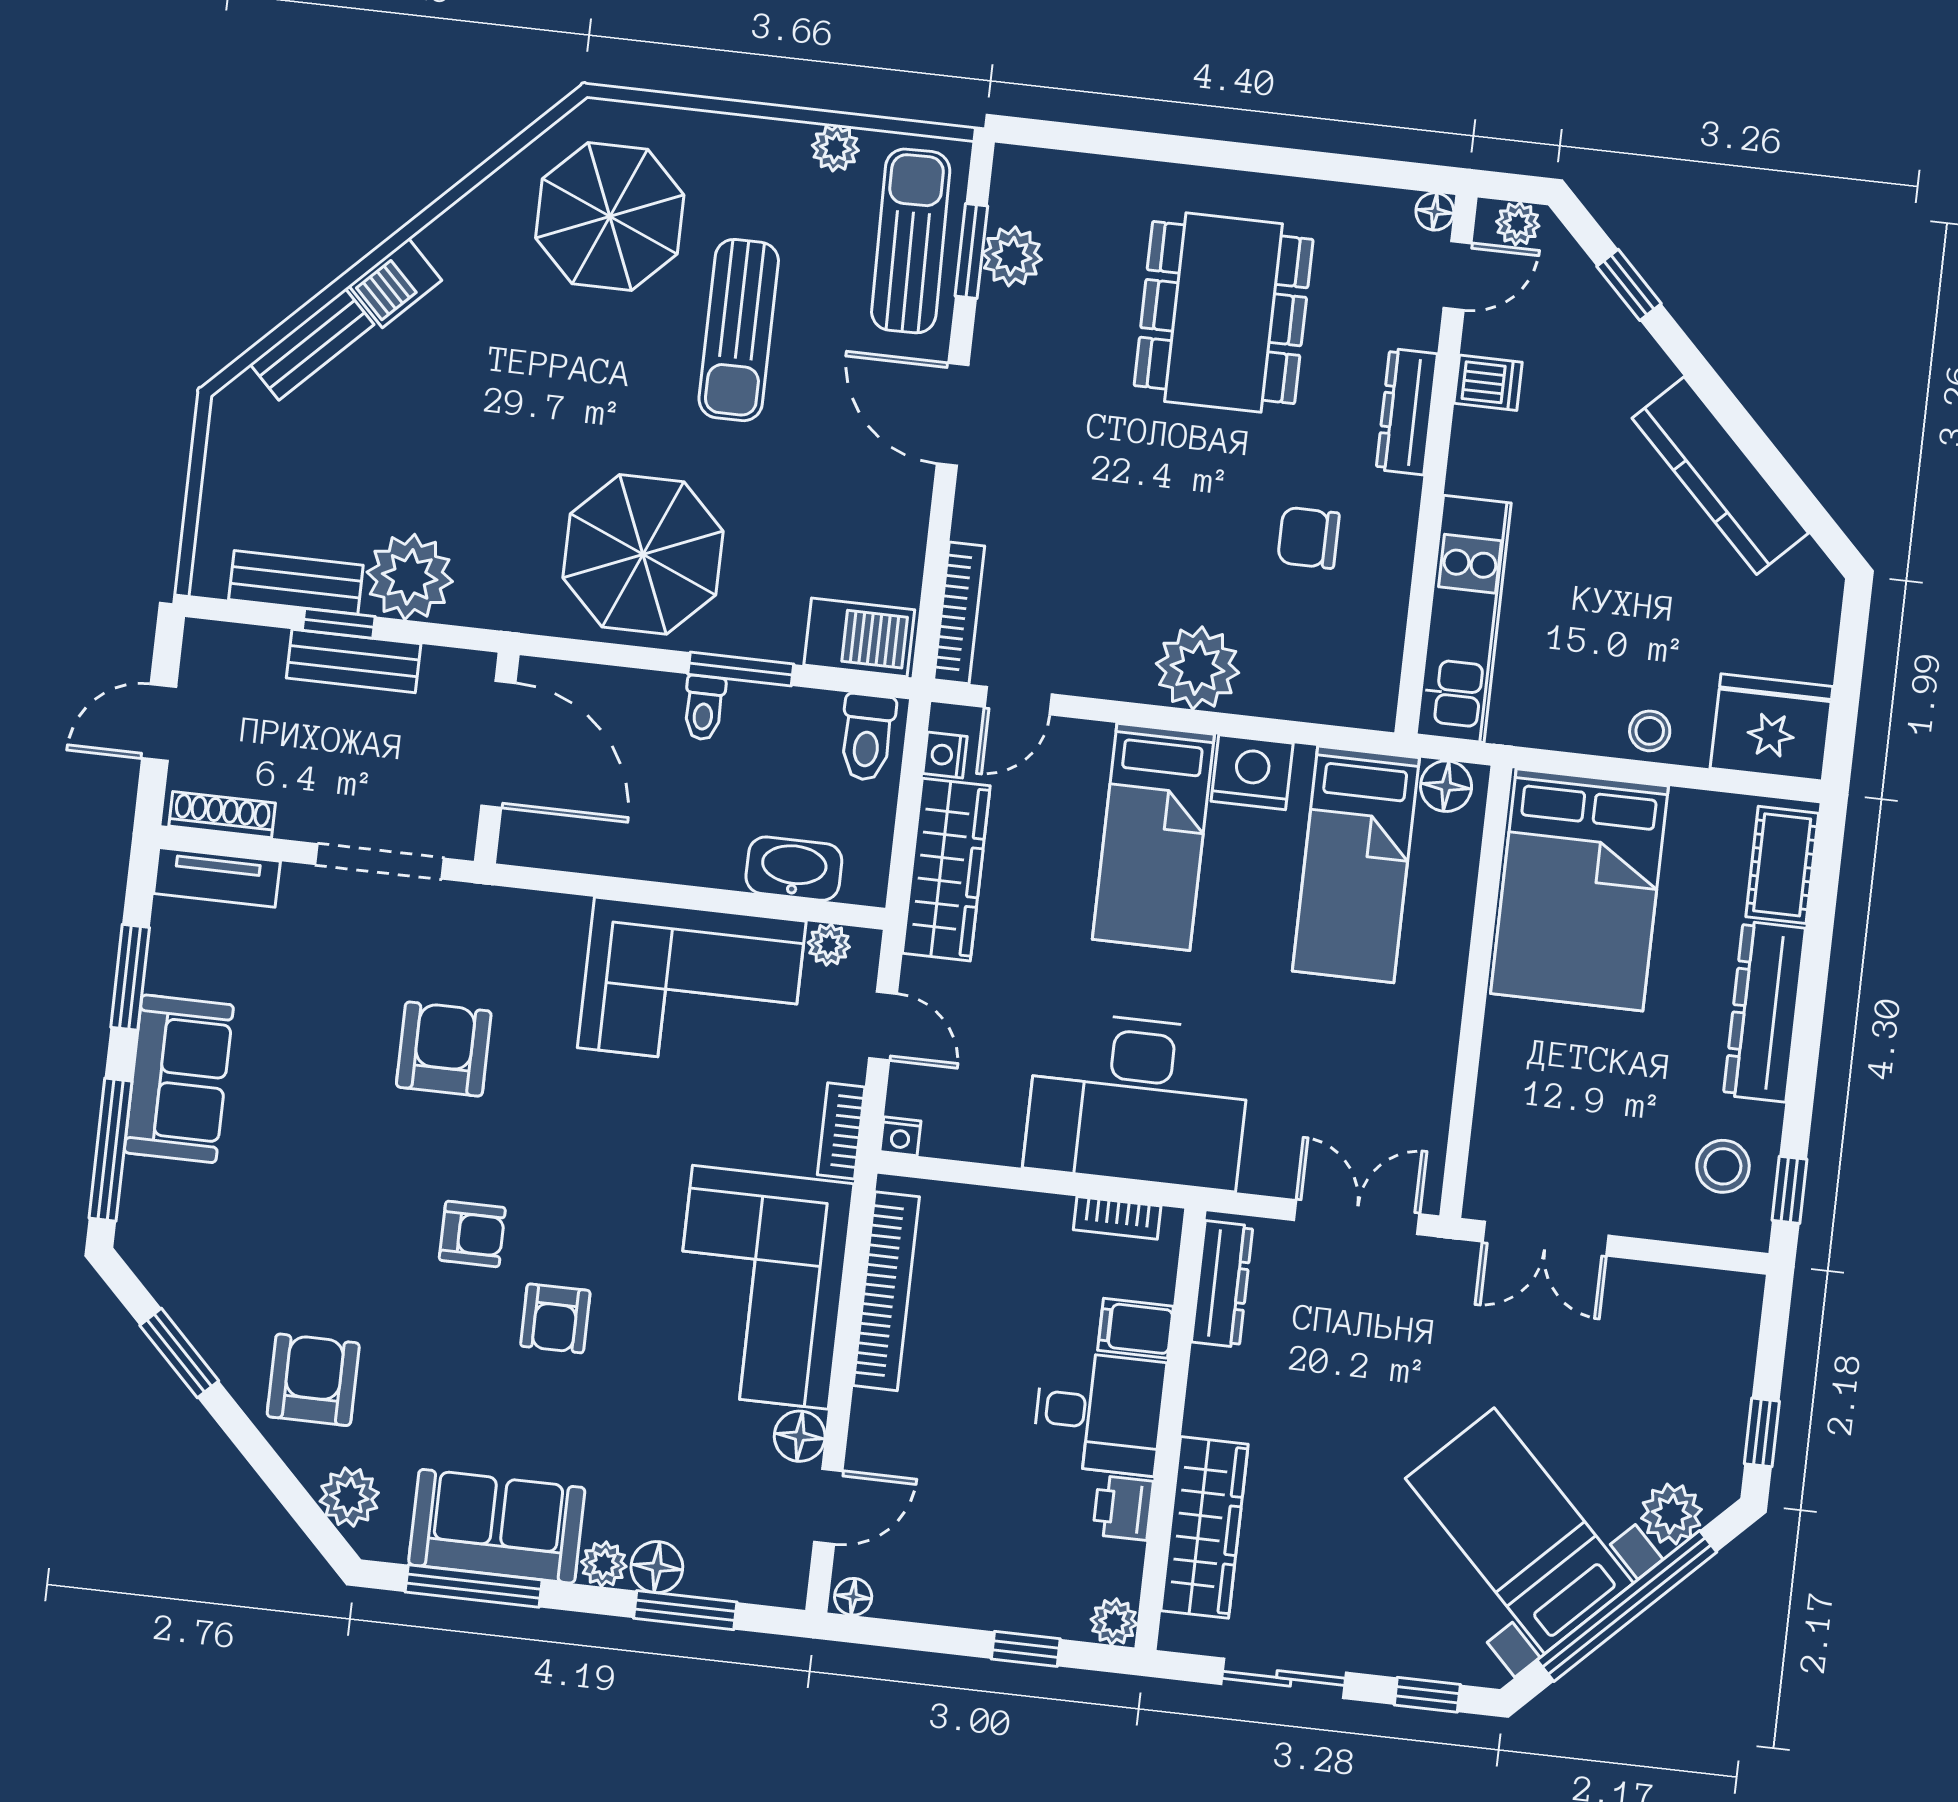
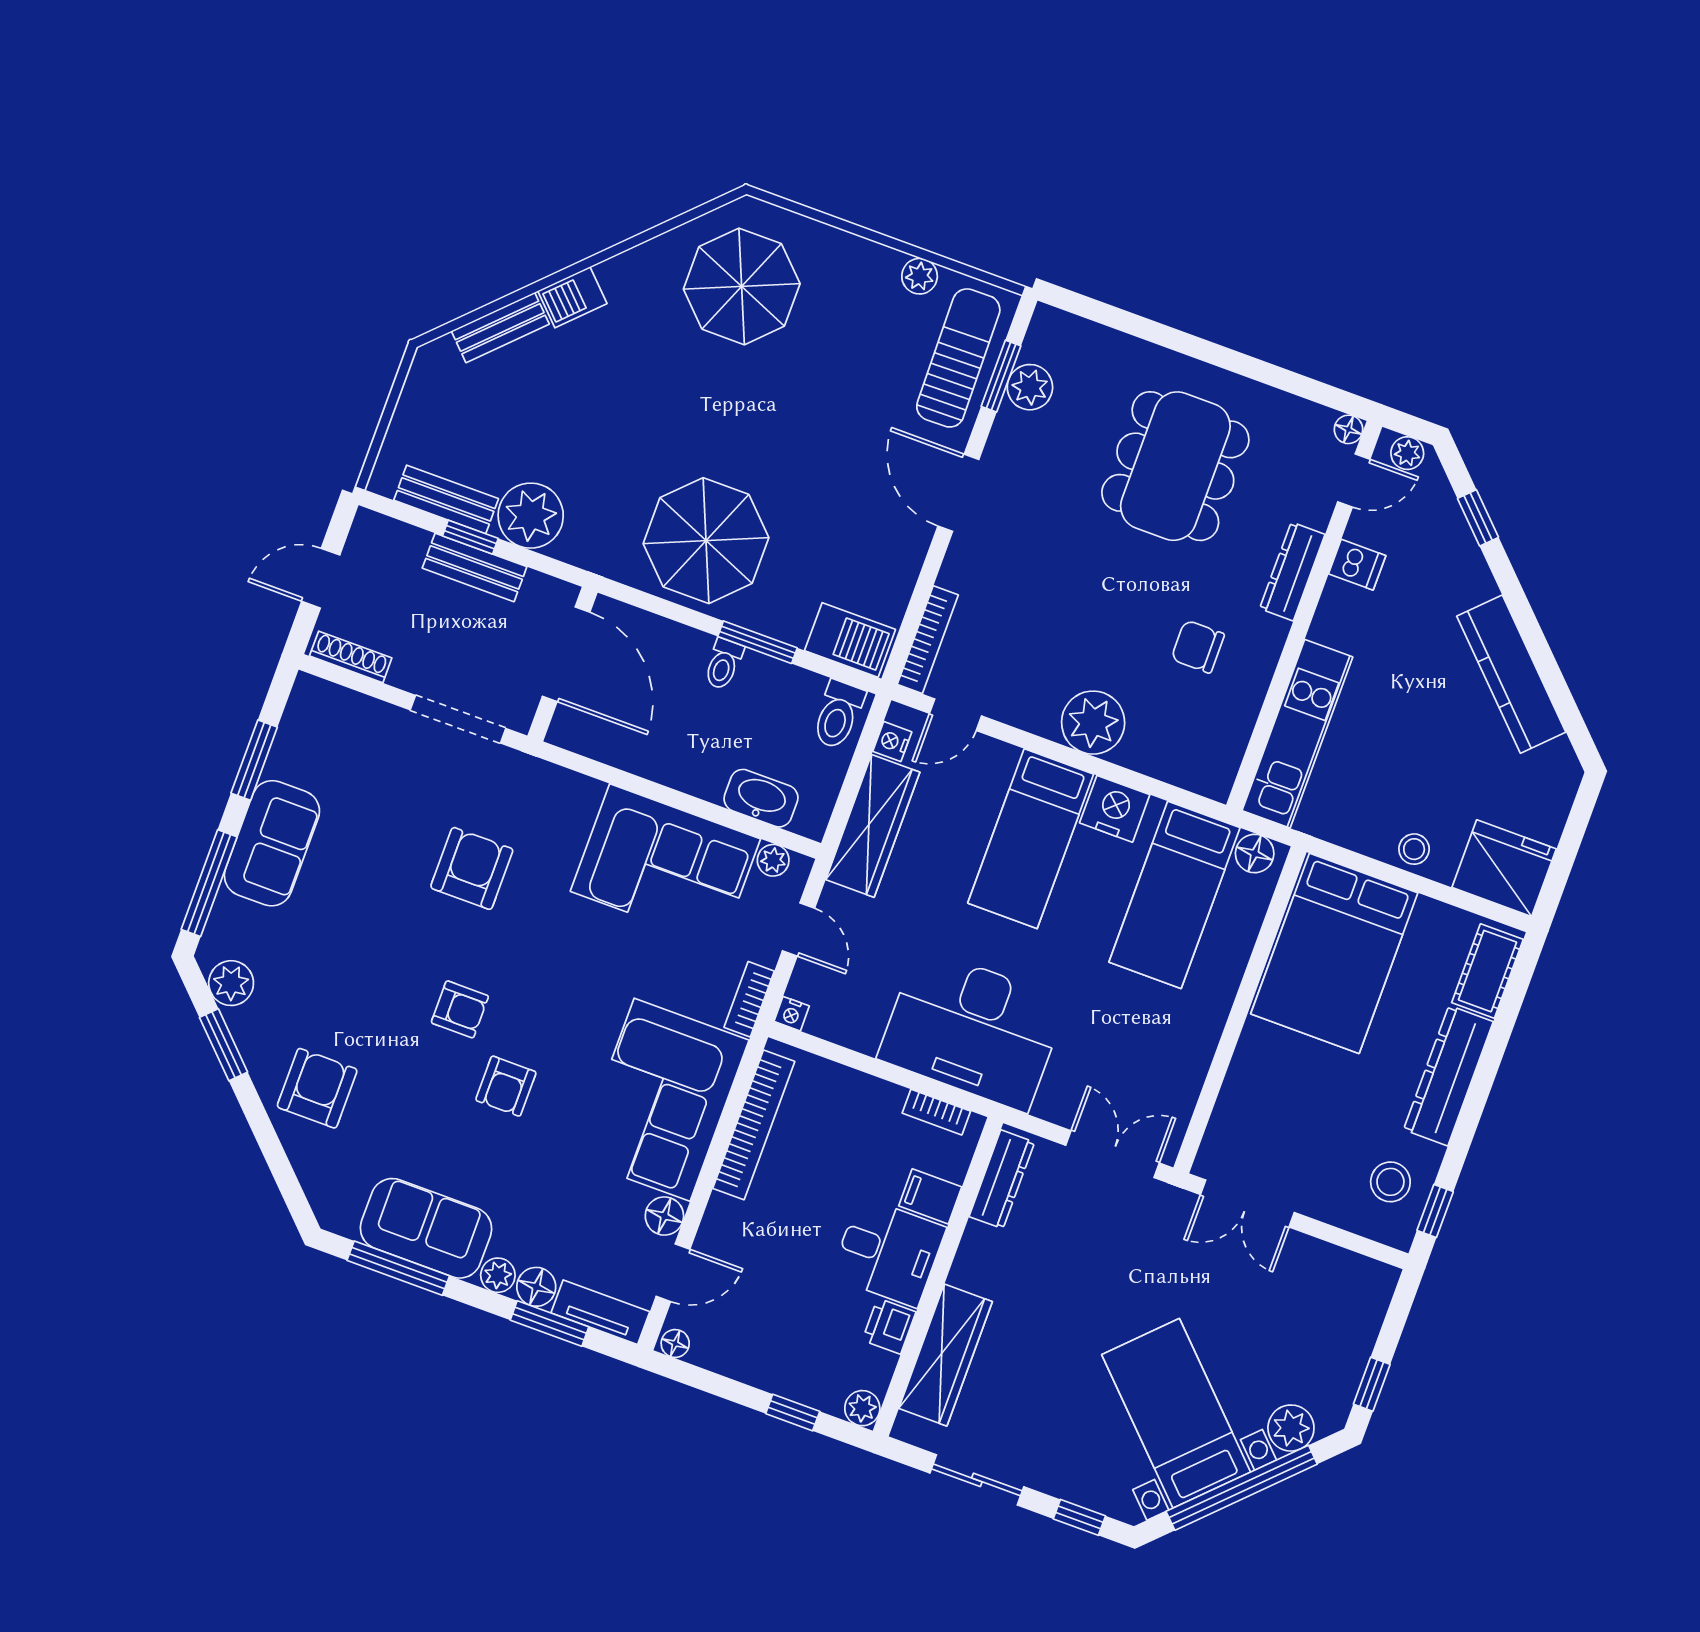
sun lounger: (739, 330) -> (816, 393), removed
tv unit: (217, 877) -> (600, 1312), moved, turned 180
plant: (349, 1497) -> (231, 983), moved

